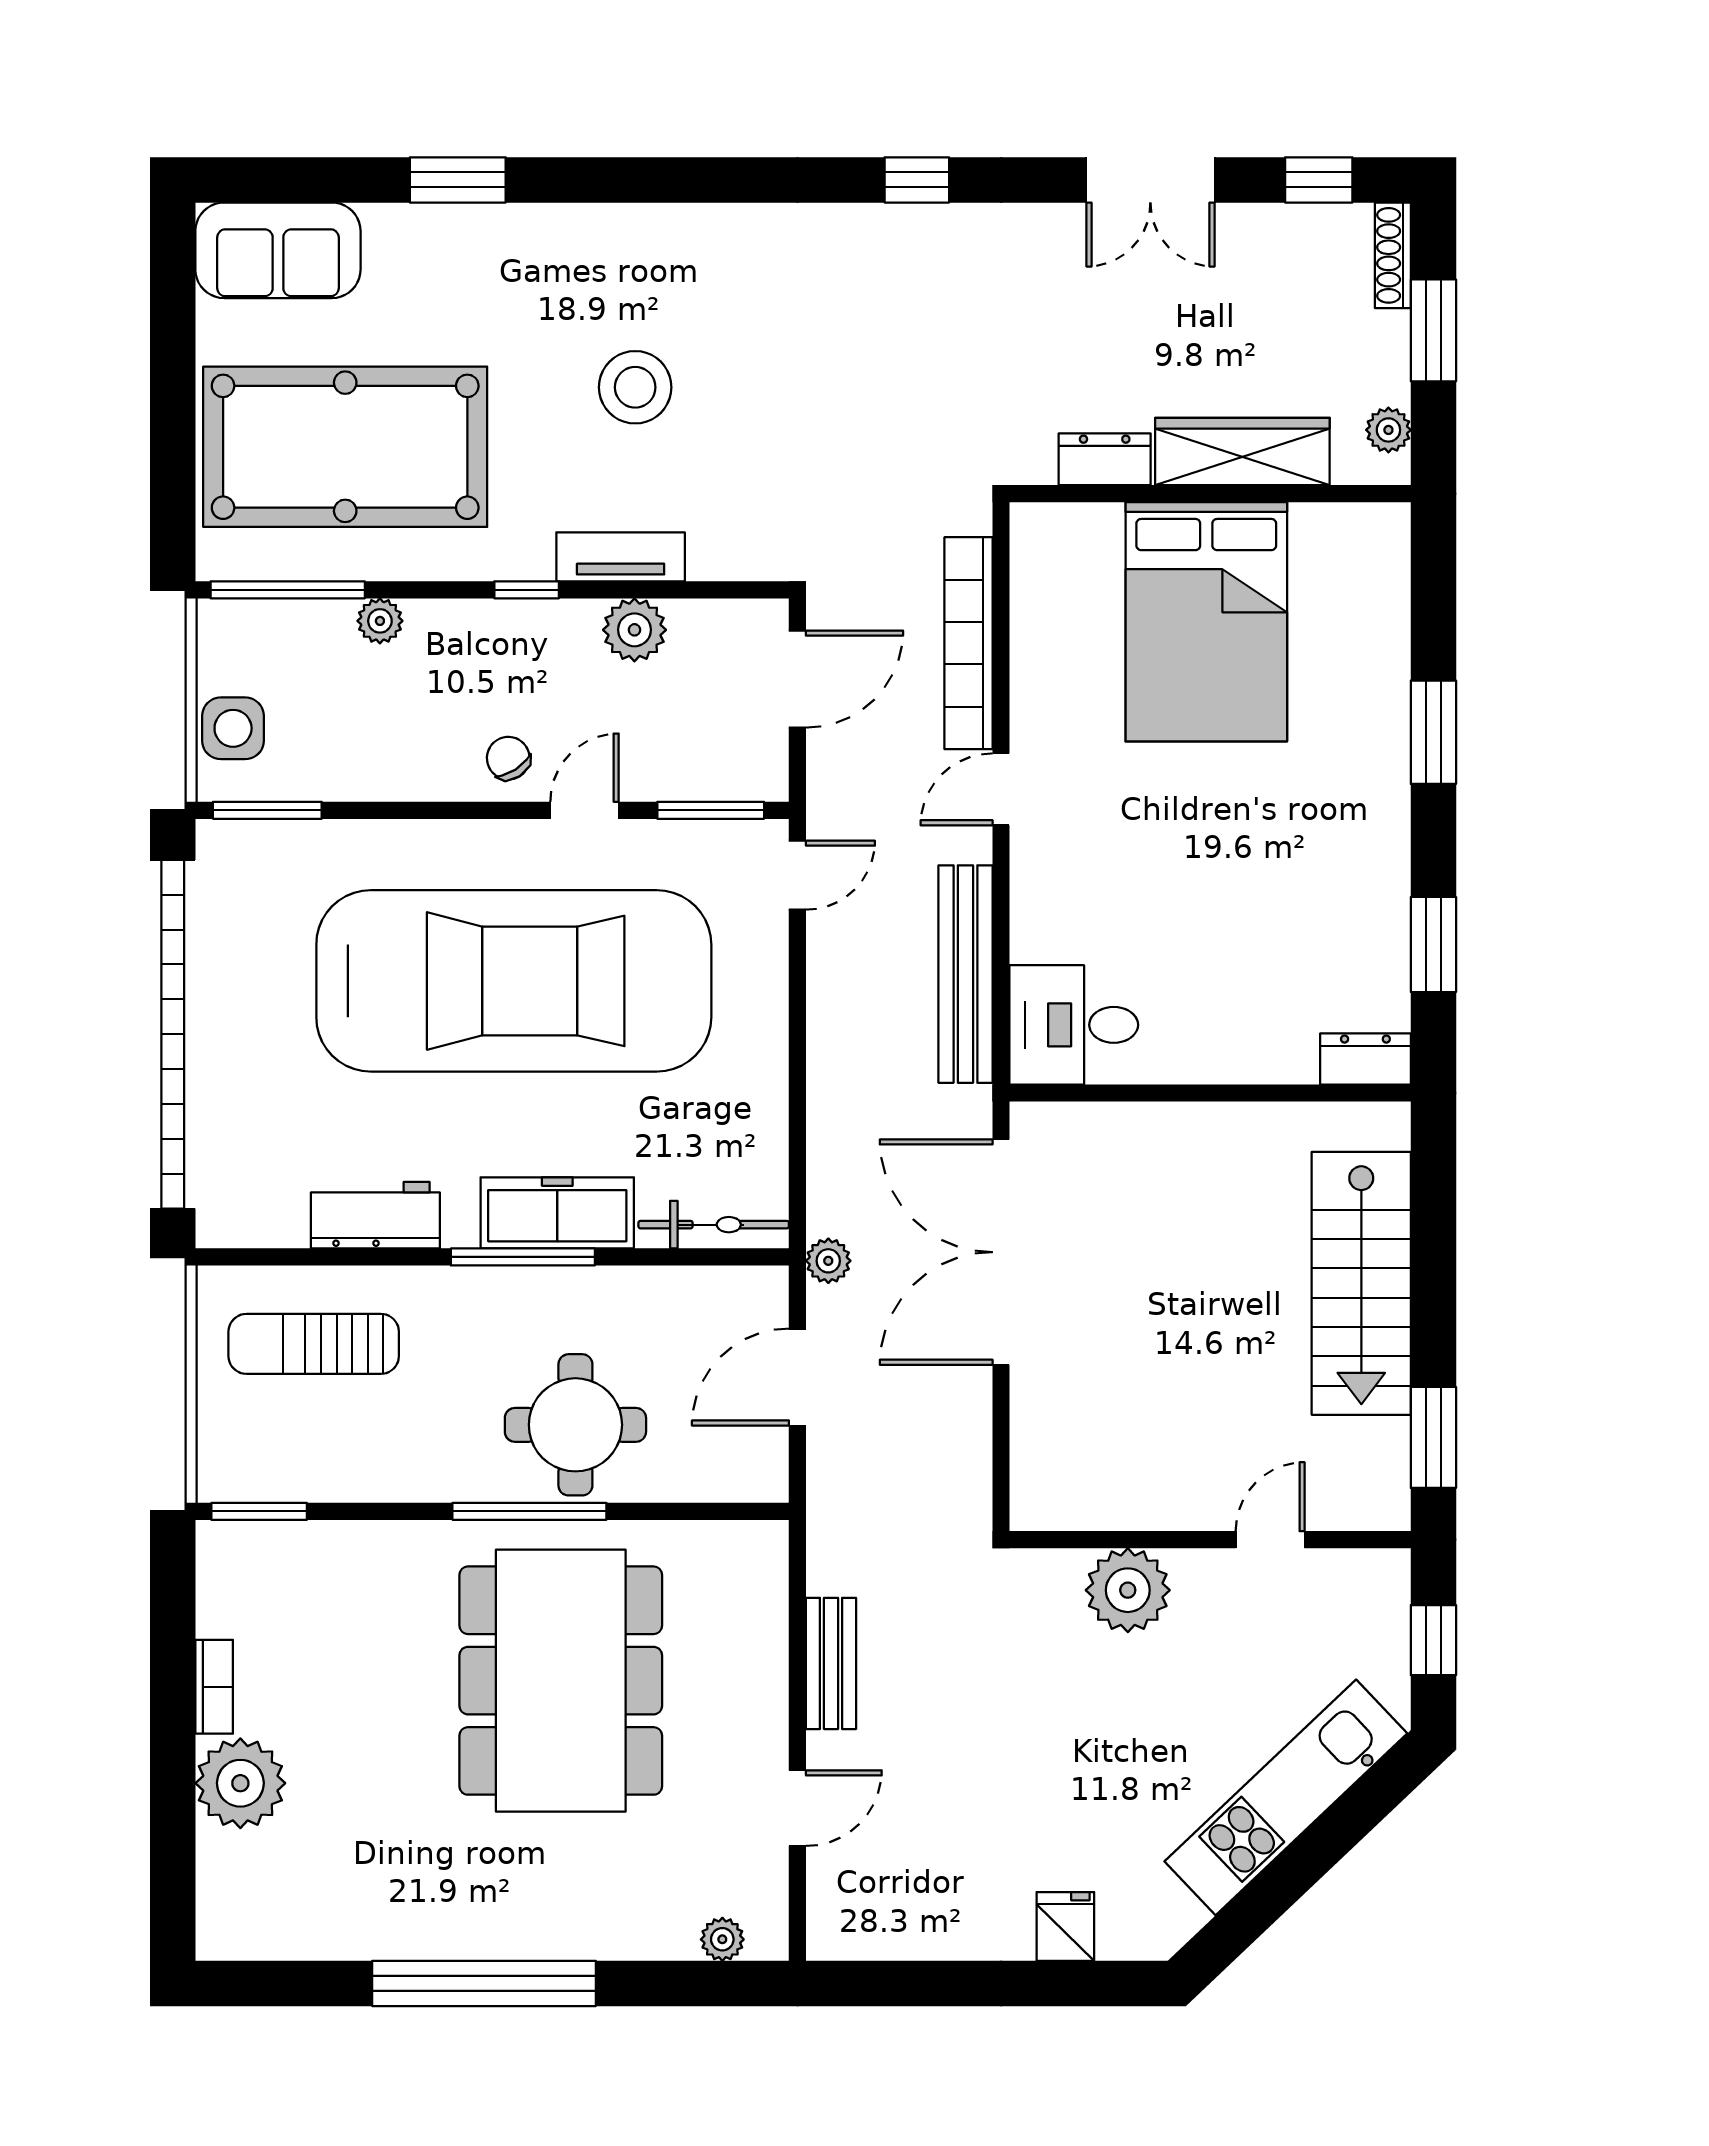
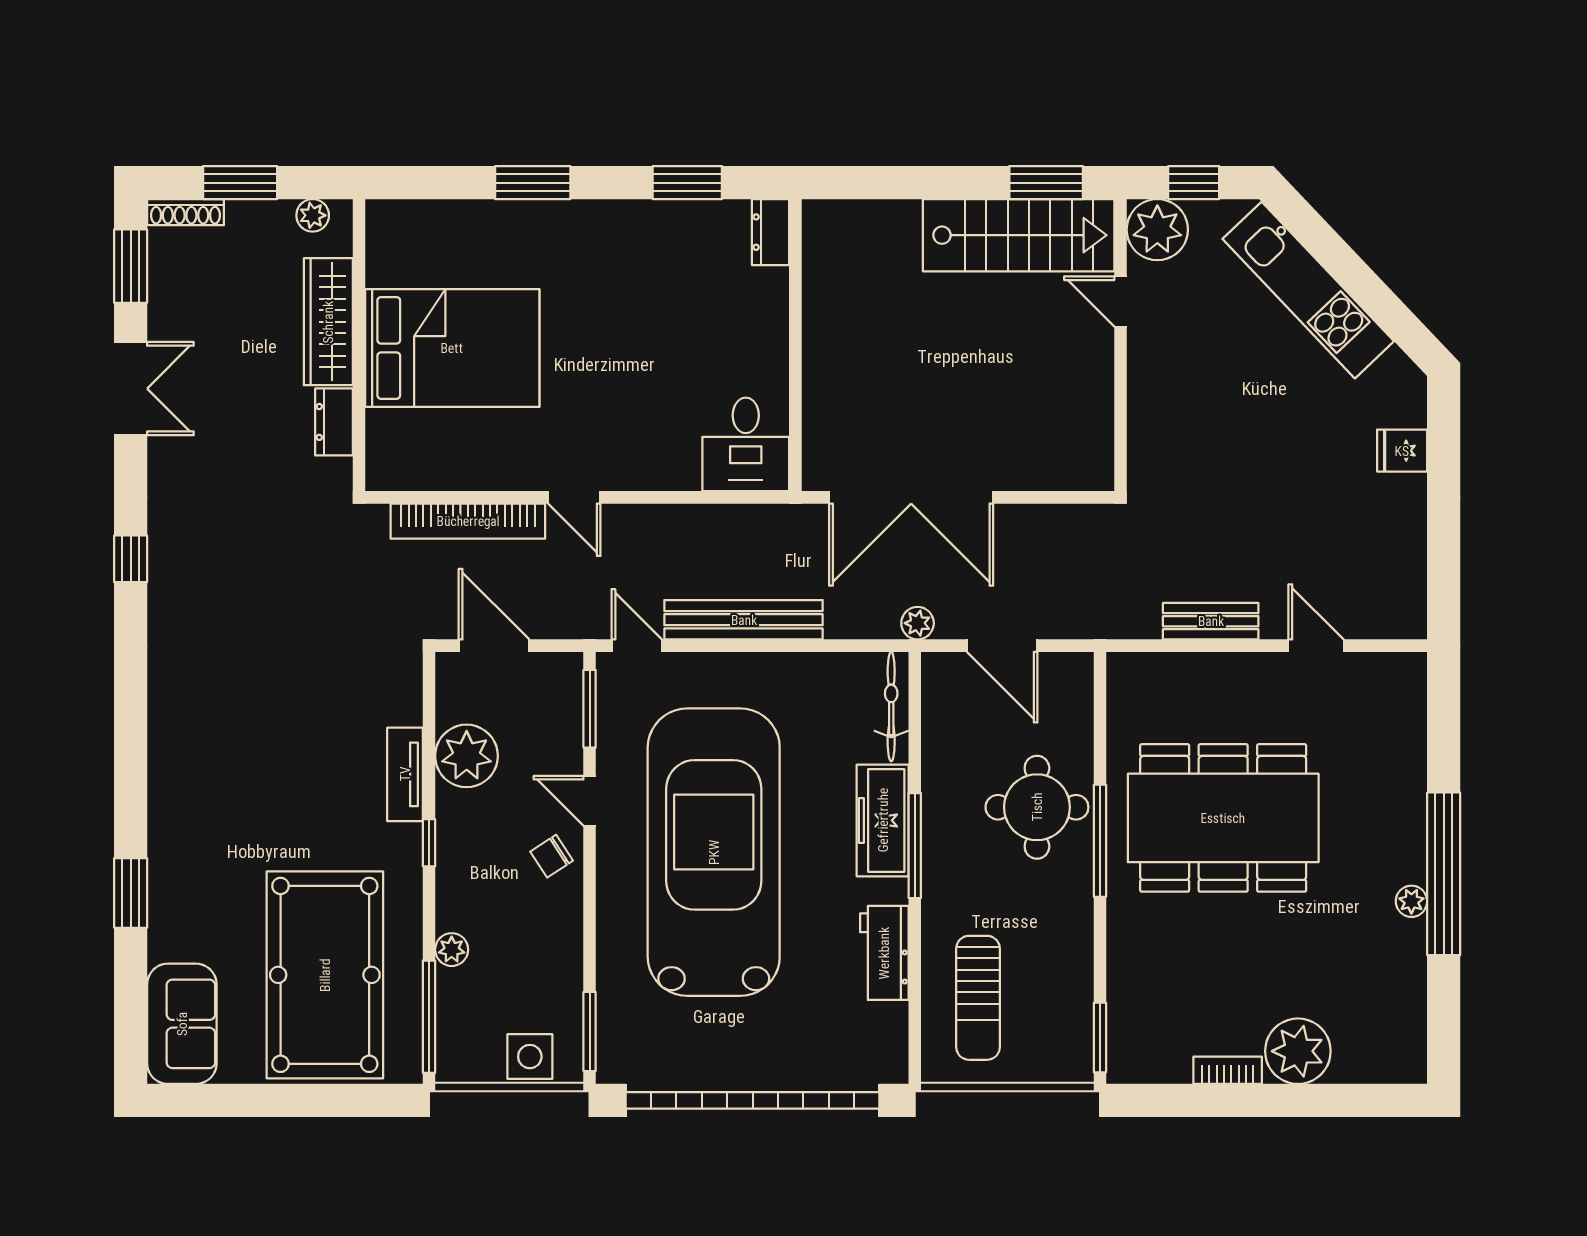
window: (1319, 180) -> (131, 266), width x1.50
stool: (635, 387) -> (282, 764), removed
plant: (634, 630) -> (467, 756), width x1.36, depth x1.36
bench: (965, 974) -> (744, 620), moved
stairs: (1361, 1283) -> (1019, 235), moved
plant: (1128, 1590) -> (1157, 230), moved
plant: (722, 1939) -> (1411, 901), moved

